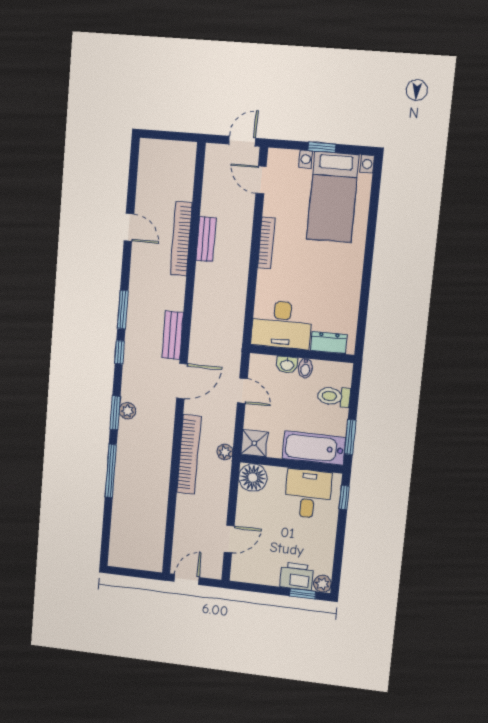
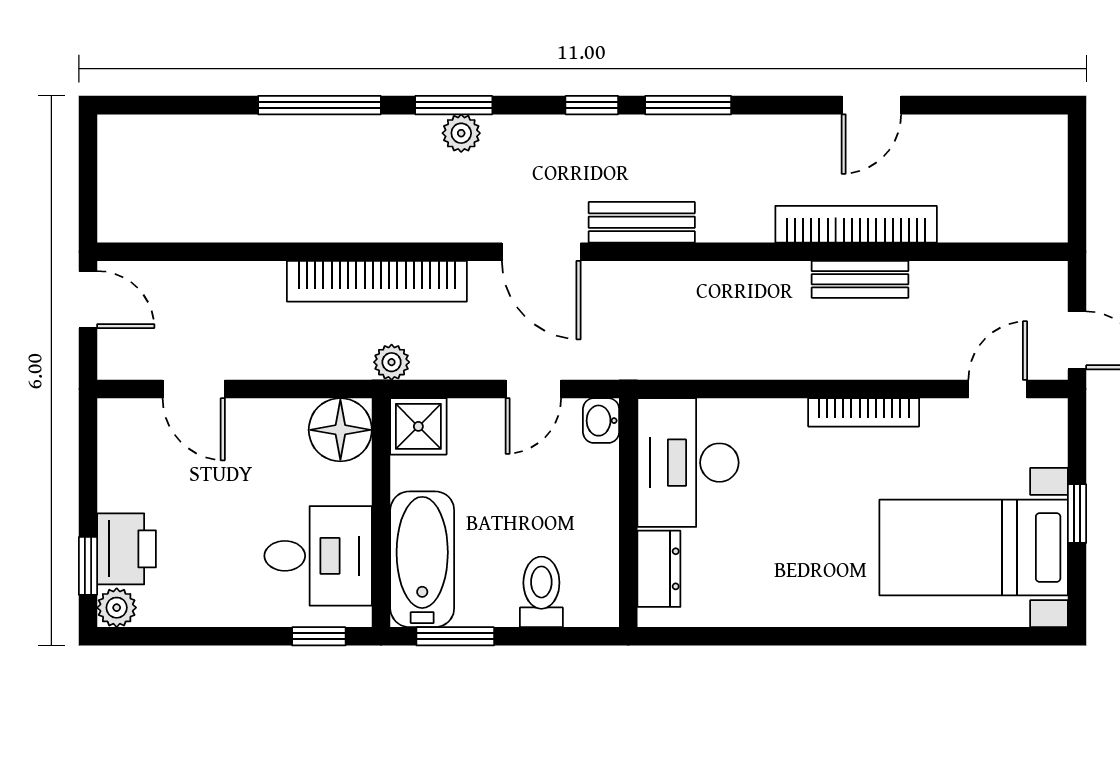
washbasin: (287, 365) -> (601, 421), moved
bidet: (305, 368) -> (597, 523), removed

